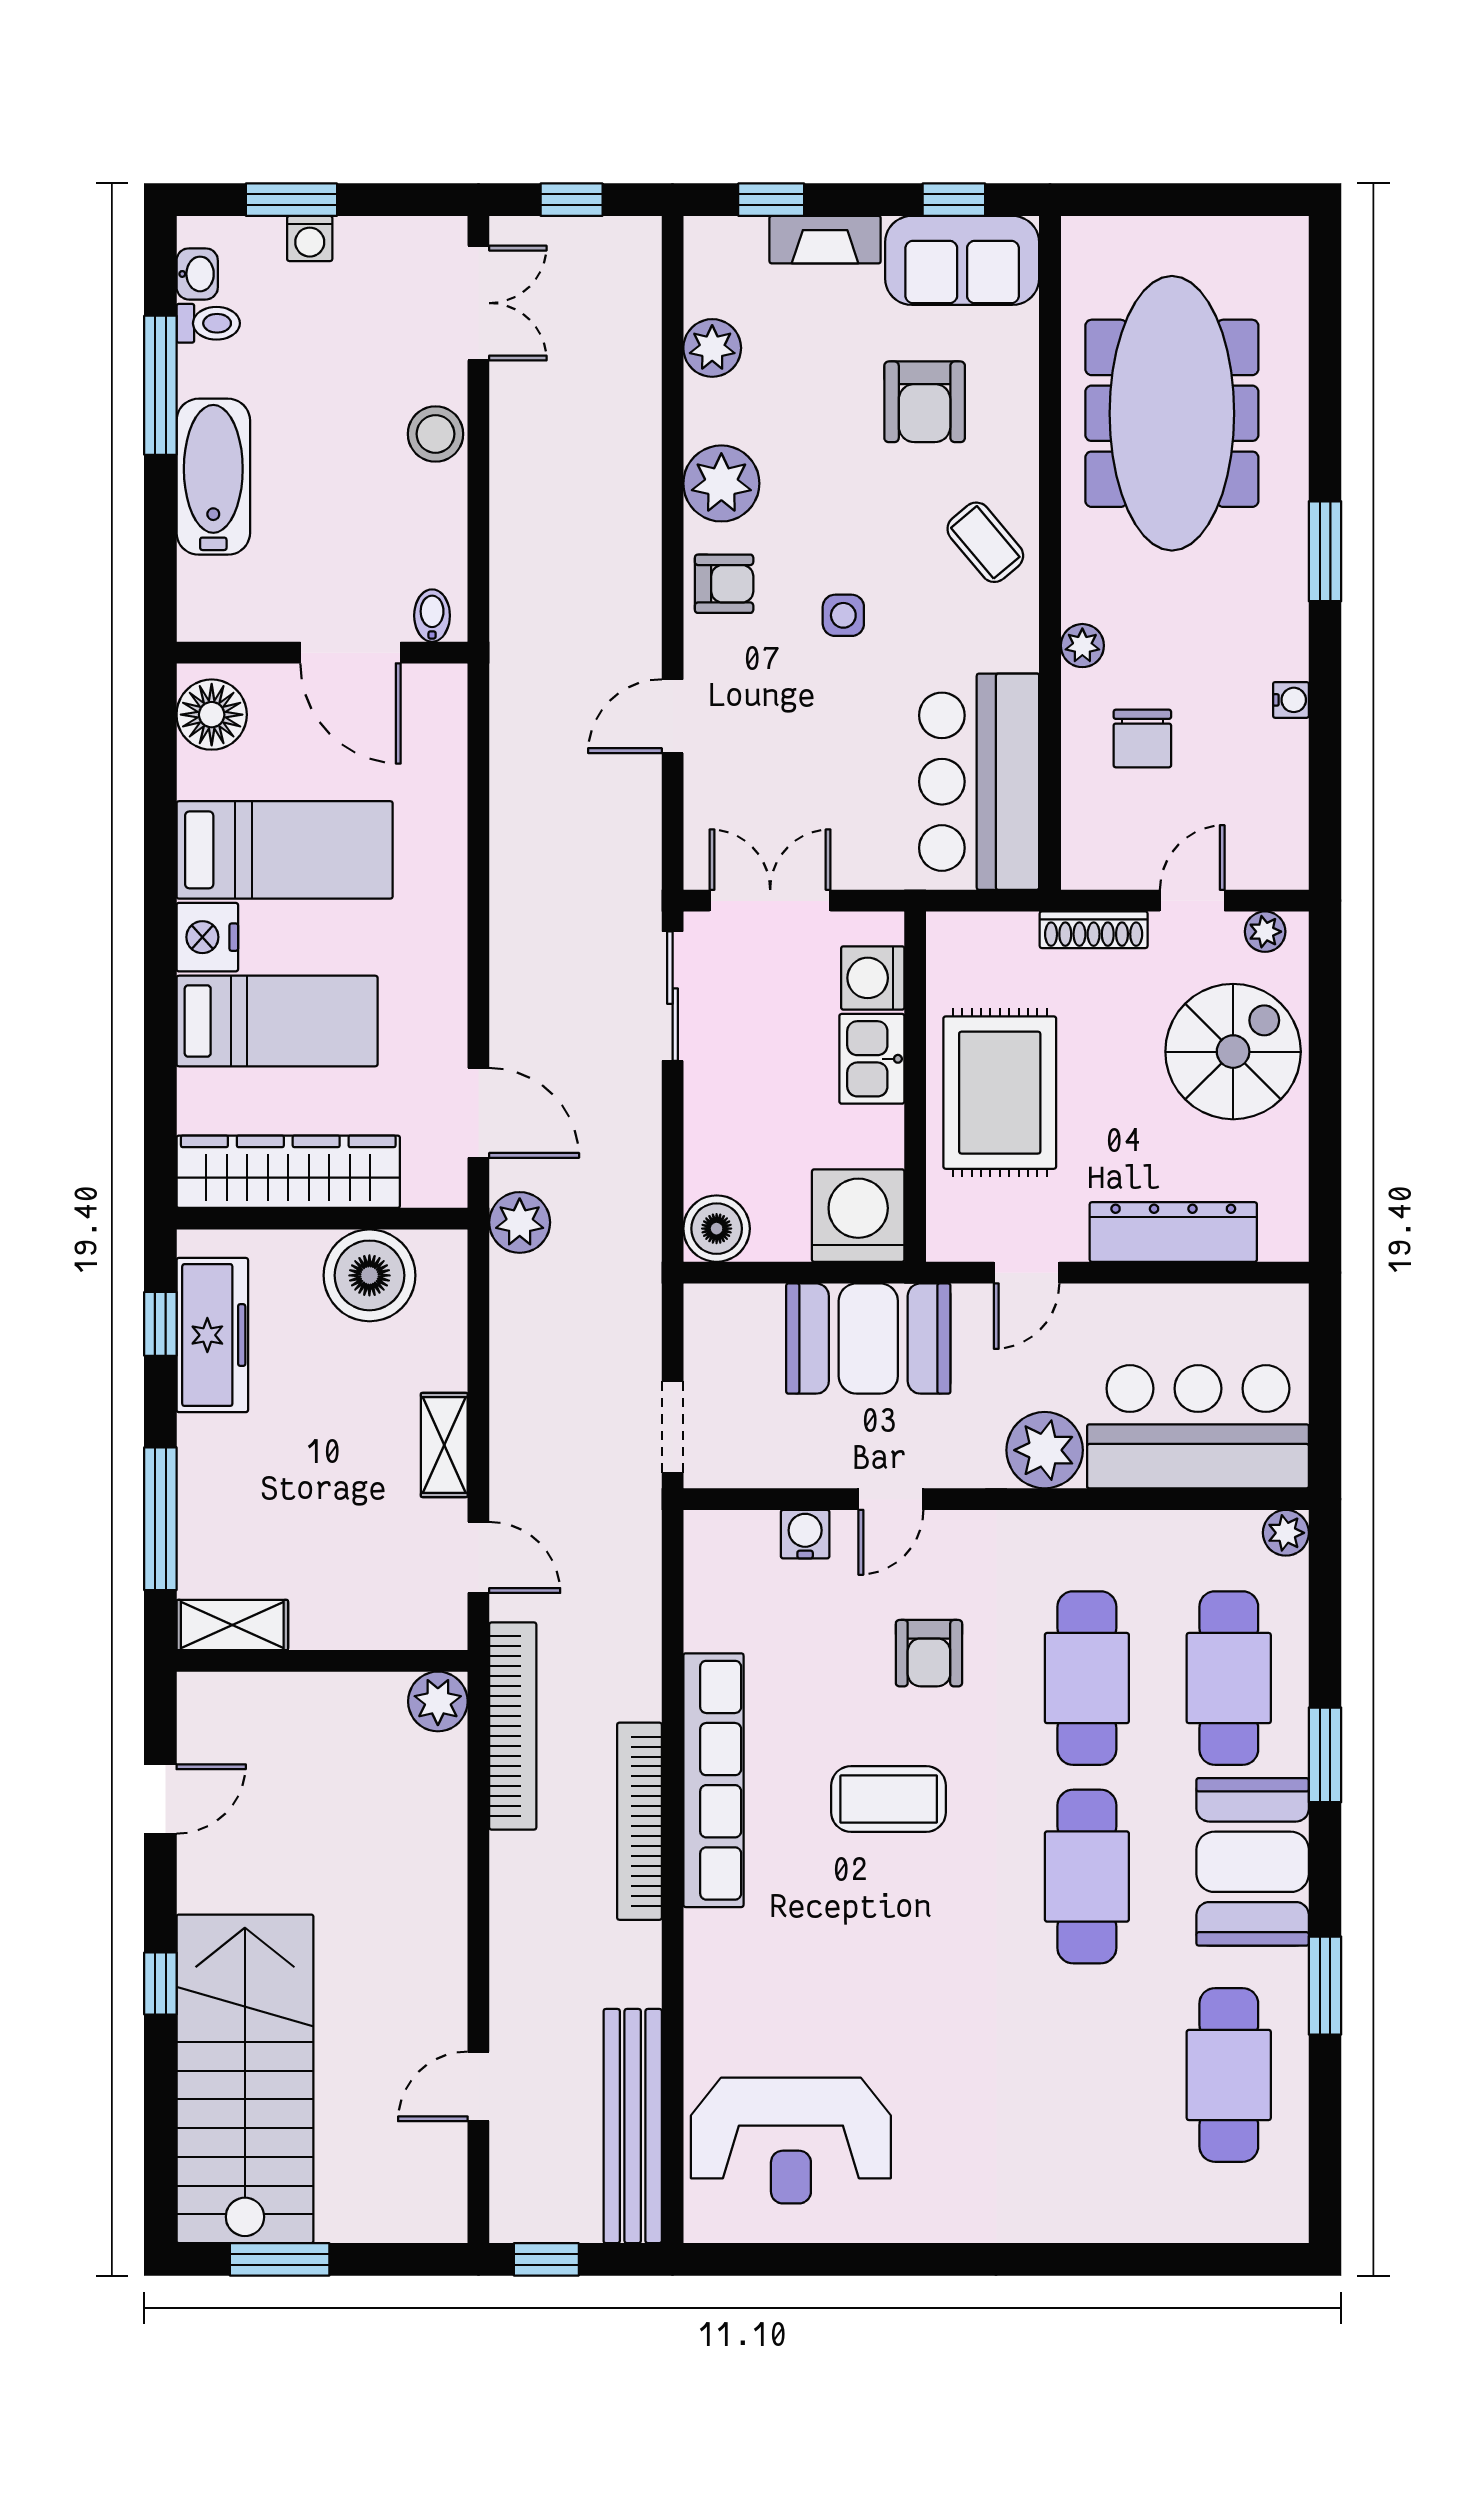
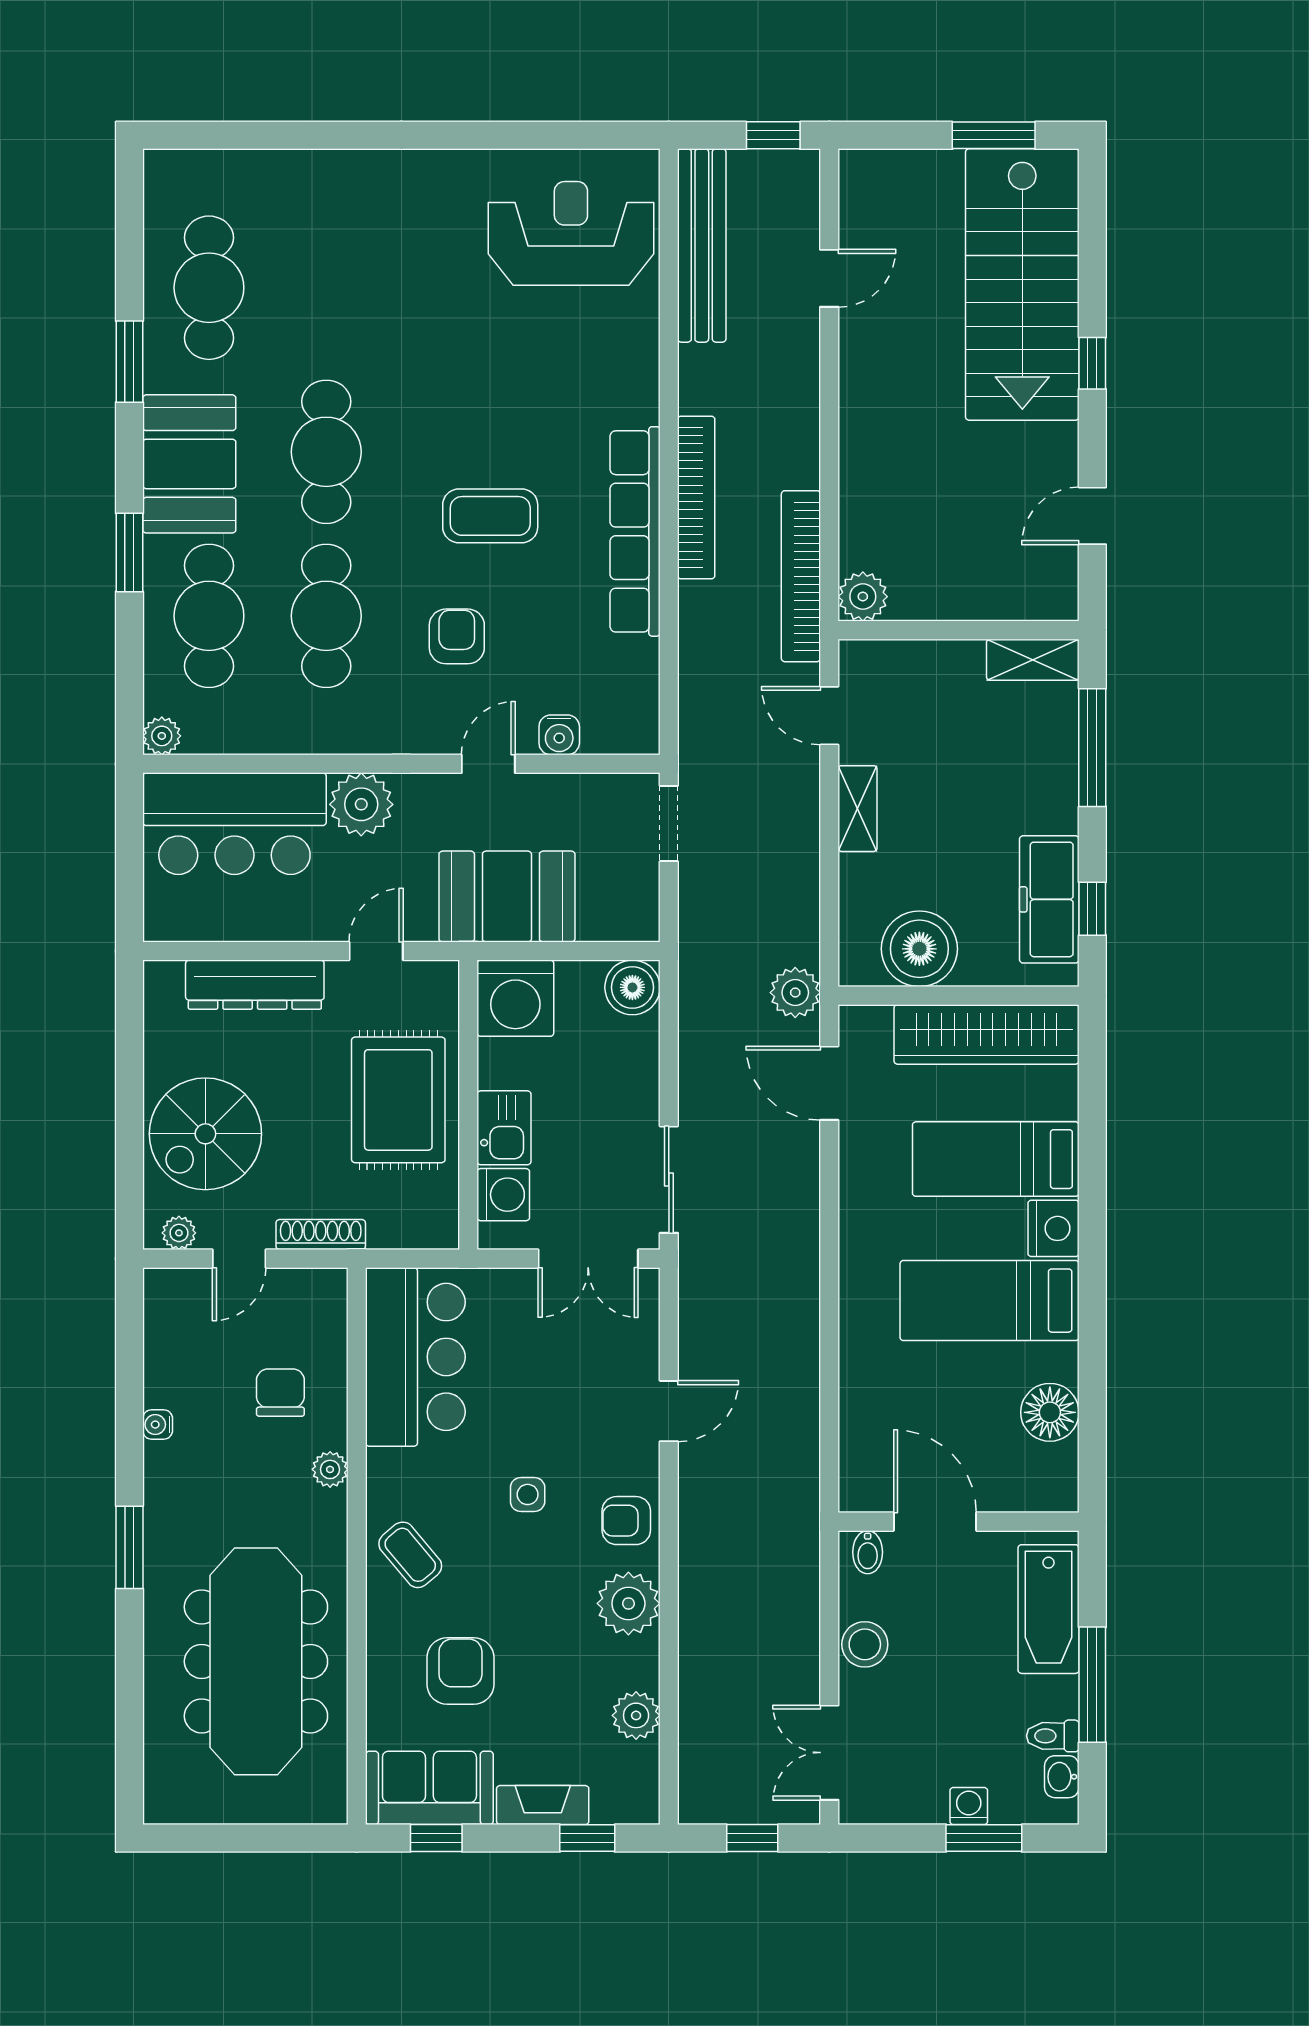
bidet: (432, 616) -> (868, 1552), moved
wall: (322, 653) -> (959, 1522), moved
door: (351, 653) -> (935, 1522), moved

